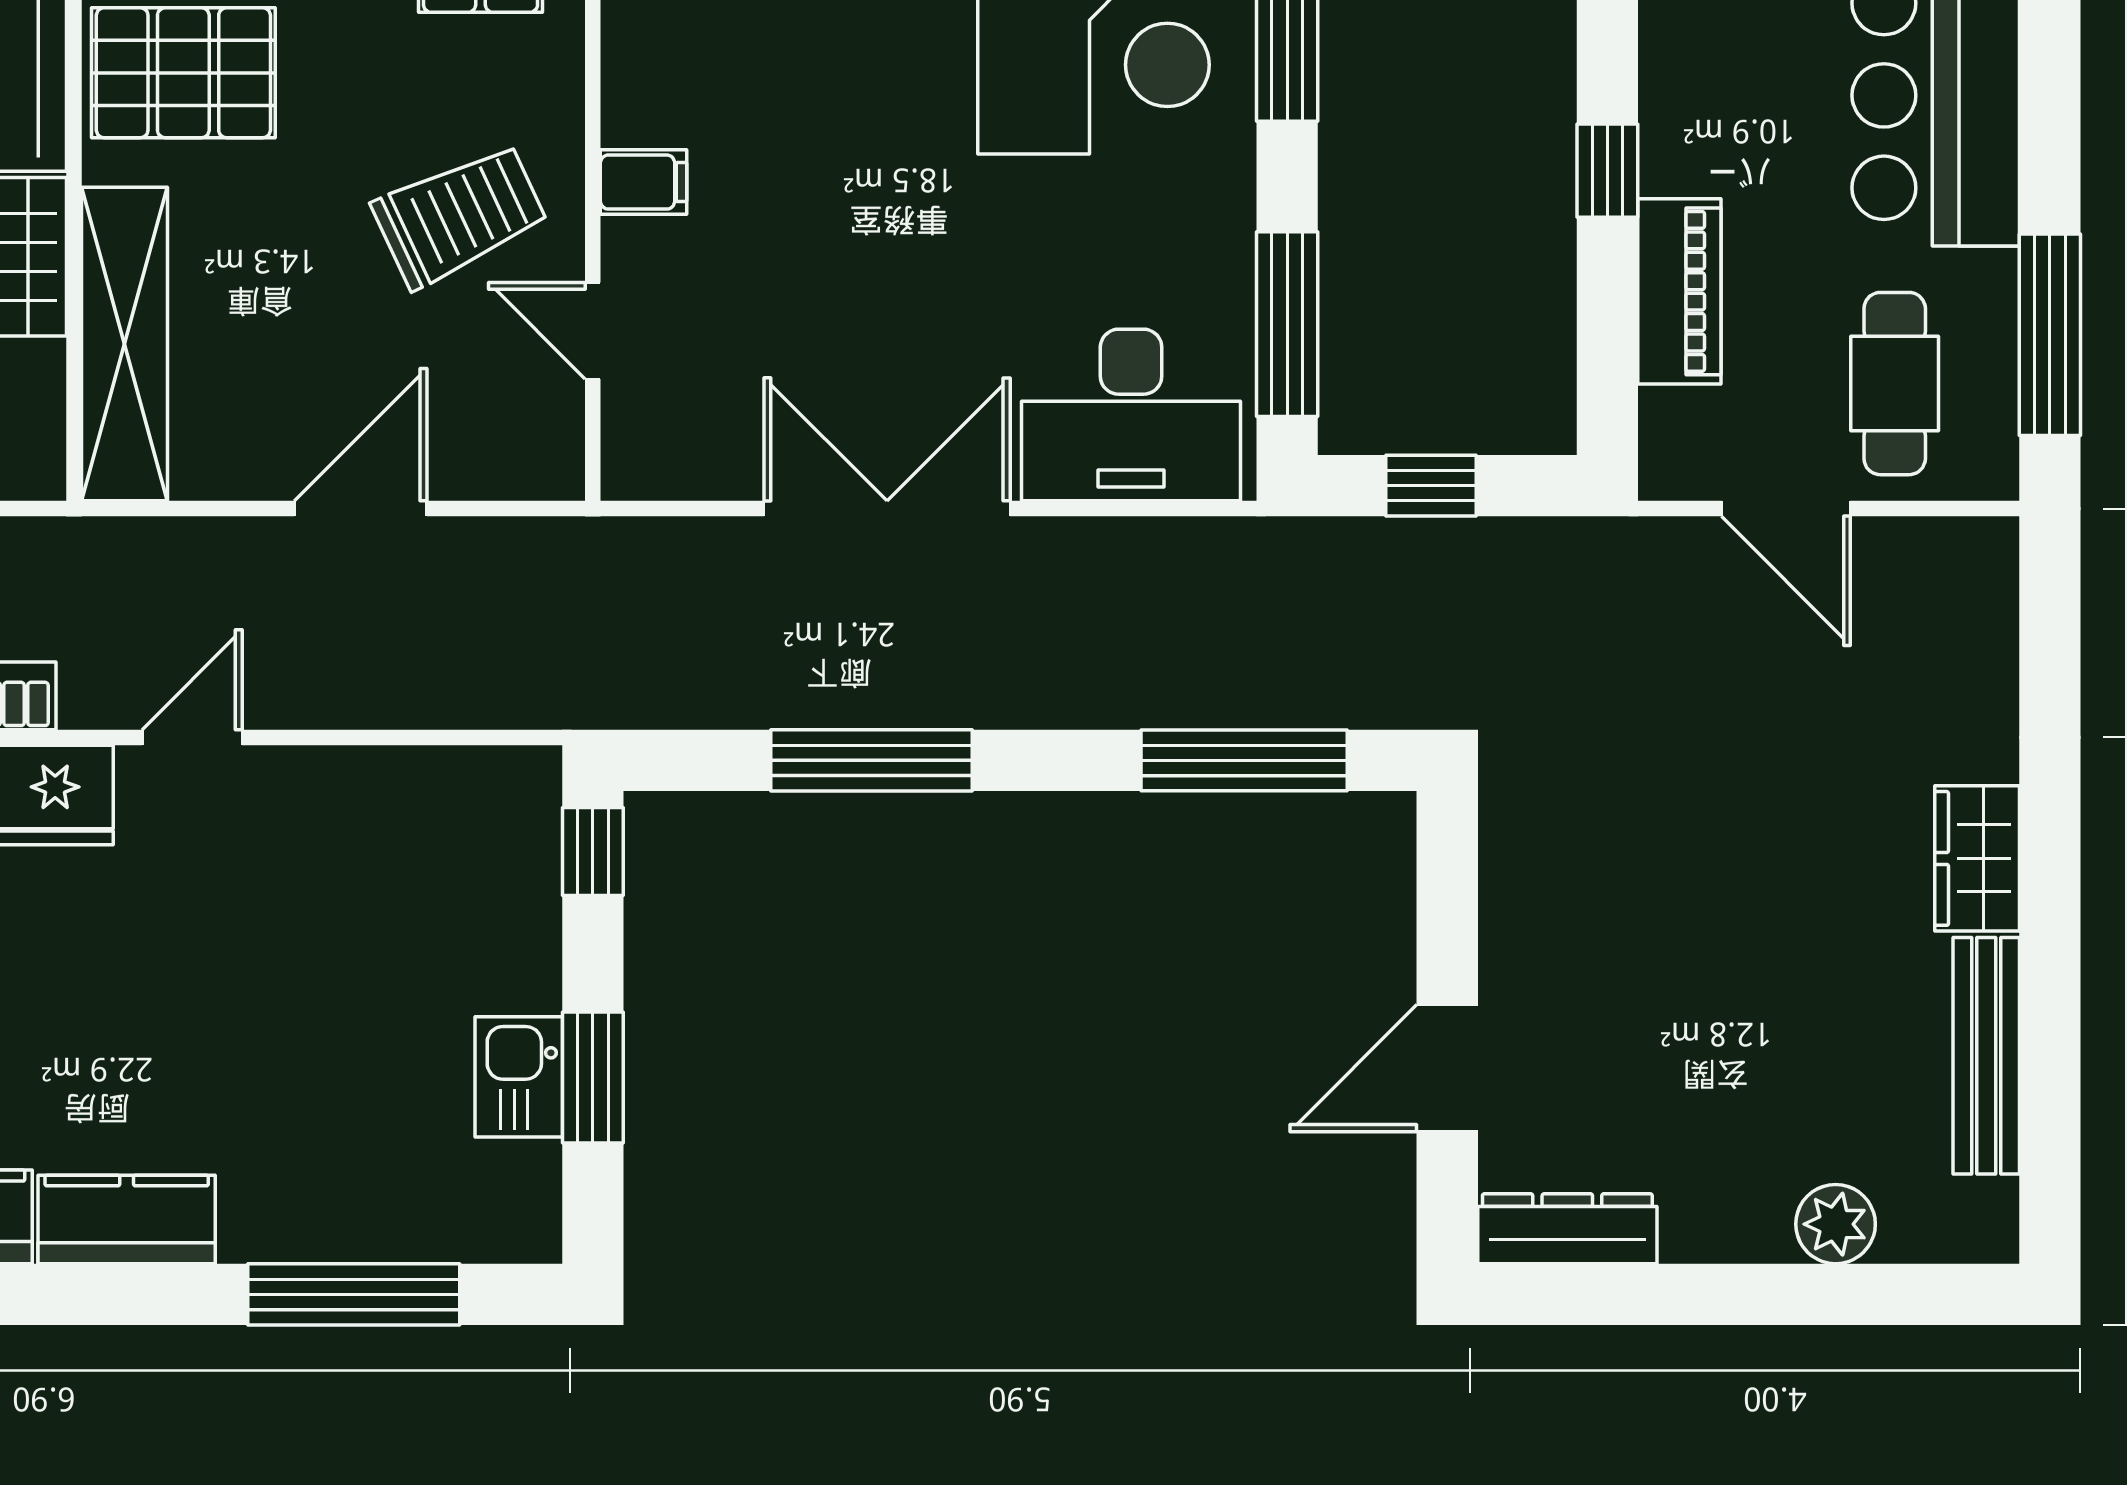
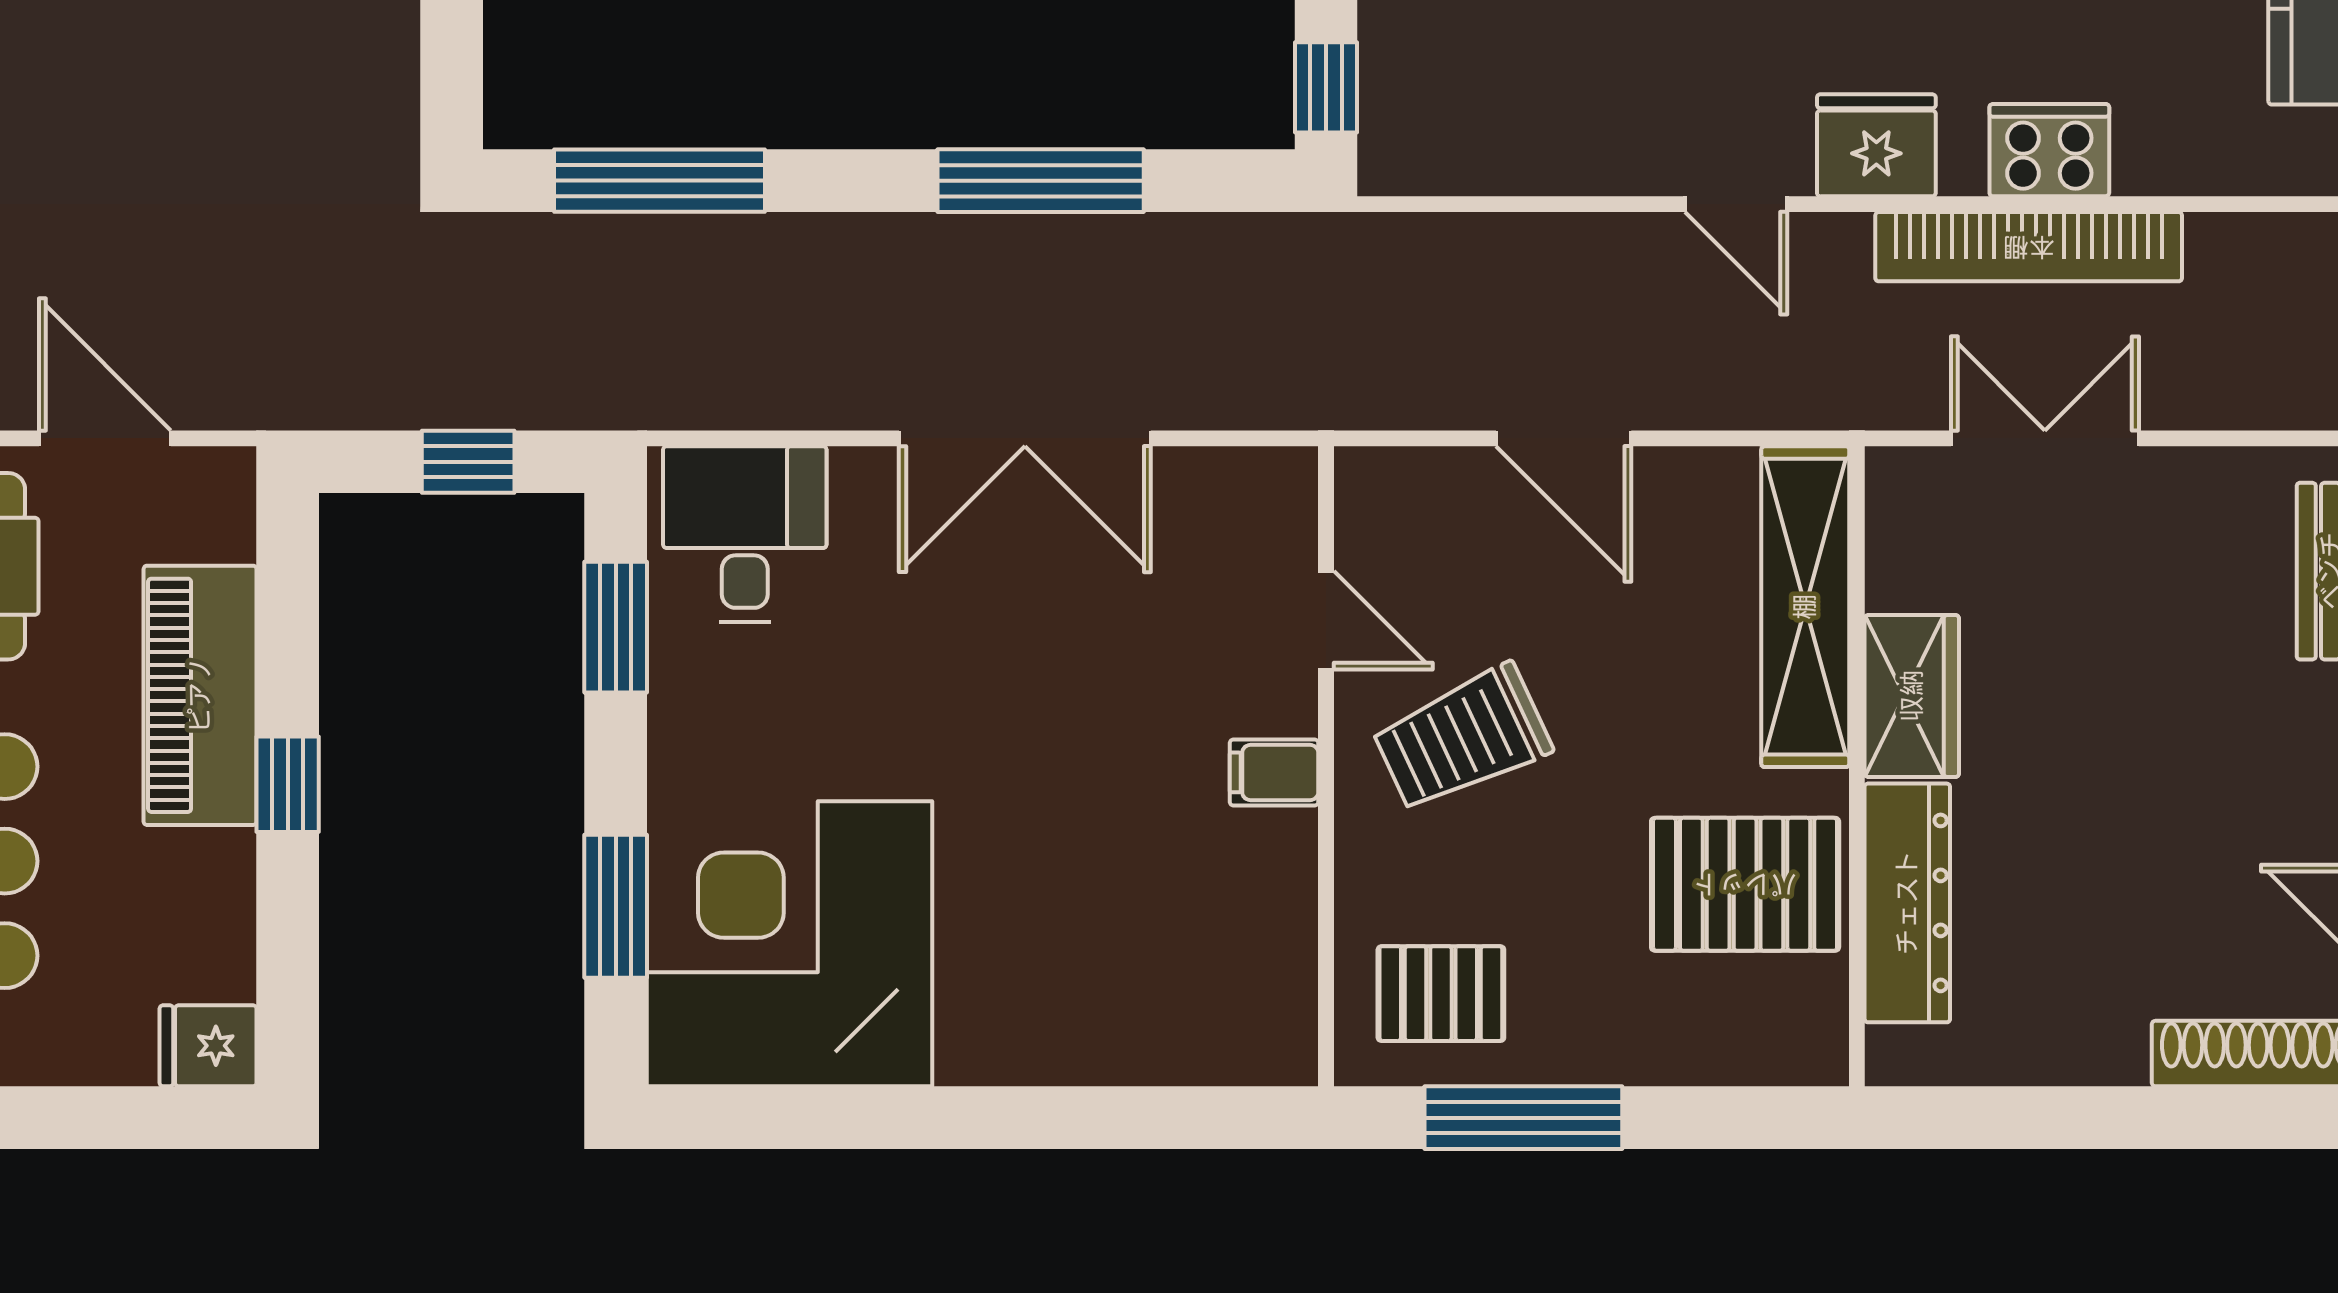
piano: (1679, 291) -> (200, 695), width x1.37, depth x1.33
window: (1287, 324) -> (616, 627), width x0.69
desk: (1131, 415) -> (745, 534), width x0.73
door: (361, 509) -> (1564, 438), hinge flipped
door: (192, 737) -> (1736, 204), hinge flipped

